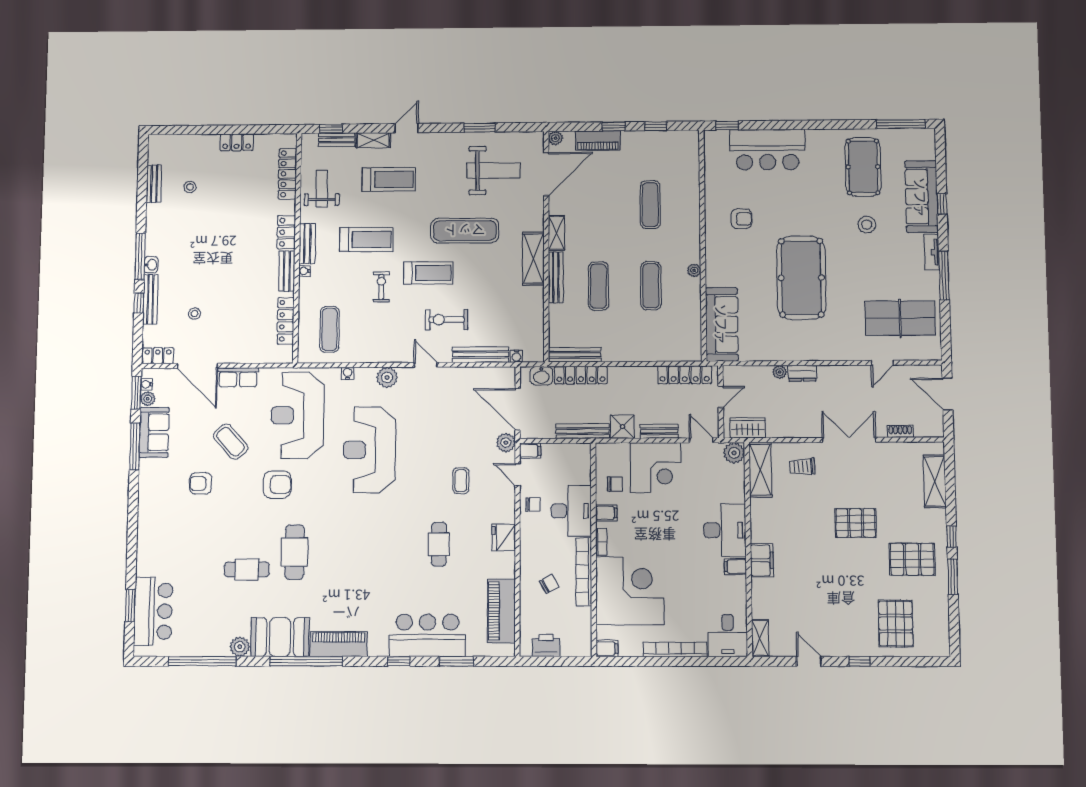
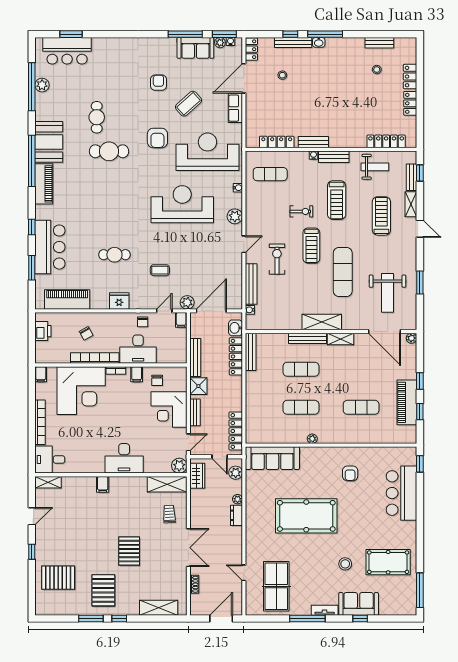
piano: (598, 141) -> (407, 402), moved, width x1.37, depth x1.33
treadmill: (389, 179) -> (381, 216), turned 180
sofa: (921, 197) -> (359, 604), width x0.73
locker: (286, 232) -> (410, 77), moved, turned -90
plant: (743, 375) -> (236, 473), added
filing cabinet: (762, 560) -> (103, 484), width x0.50
filing cabinet: (735, 567) -> (98, 466), removed
plant: (240, 647) -> (42, 85), moved

